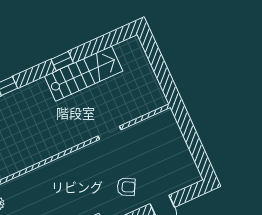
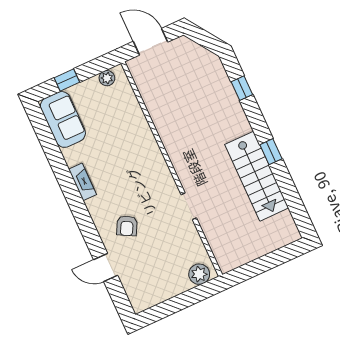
plant: (168, 124) -> (199, 274), added

